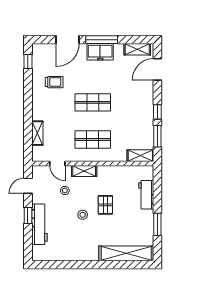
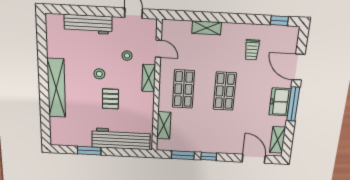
shelving: (37, 133) -> (207, 28), moved
shelving: (140, 156) -> (164, 125), moved
door: (57, 163) -> (158, 49), swing flipped
workbench: (146, 195) -> (121, 139), width x1.88, depth x1.32
pallet: (105, 205) -> (110, 99), turned 90
window: (28, 216) -> (98, 11), removed
shelving: (126, 253) -> (56, 88), moved

